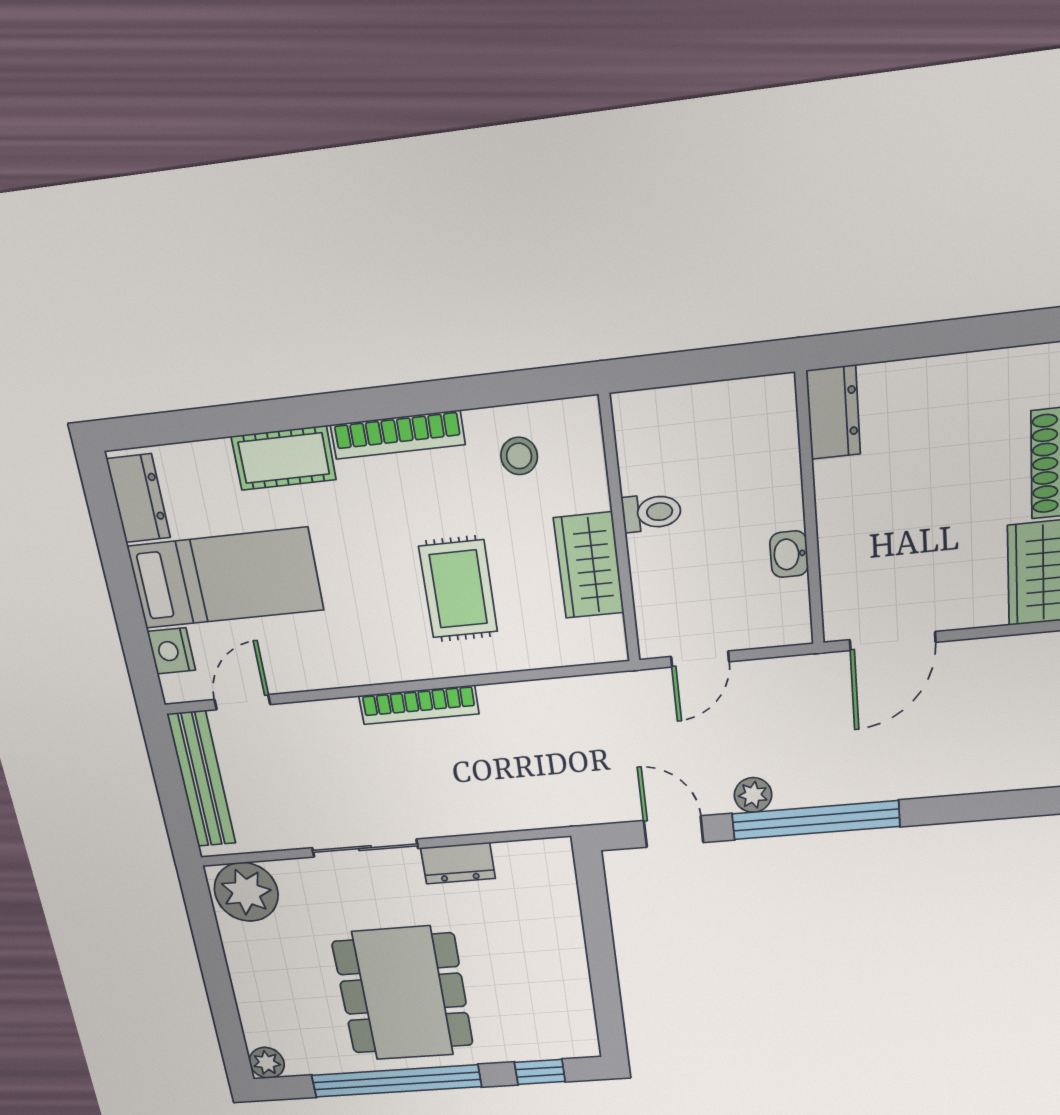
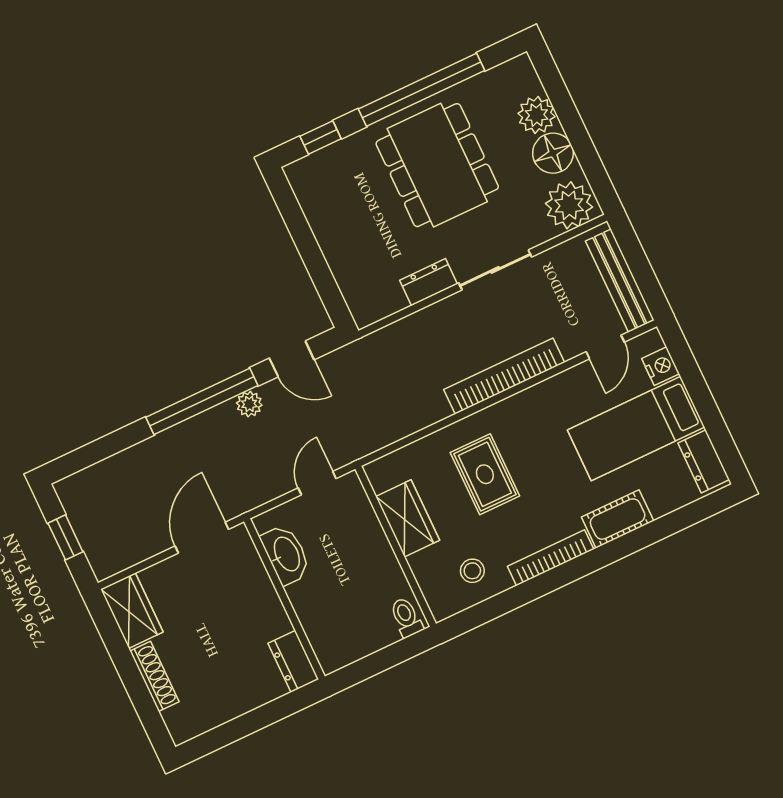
toilet: (652, 512) -> (406, 617), moved, turned 90
washbasin: (789, 554) -> (286, 554), width x1.91, depth x1.45
bookcase: (419, 705) -> (504, 376), width x1.48, depth x1.31
floor lamp: (251, 958) -> (553, 153), added
plant: (267, 1063) -> (537, 115), moved, width x1.38, depth x1.38

